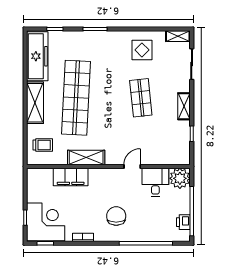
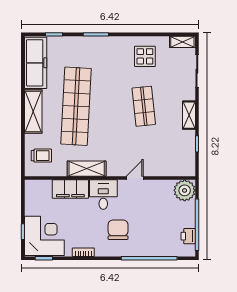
desk: (155, 182) -> (103, 195), moved

